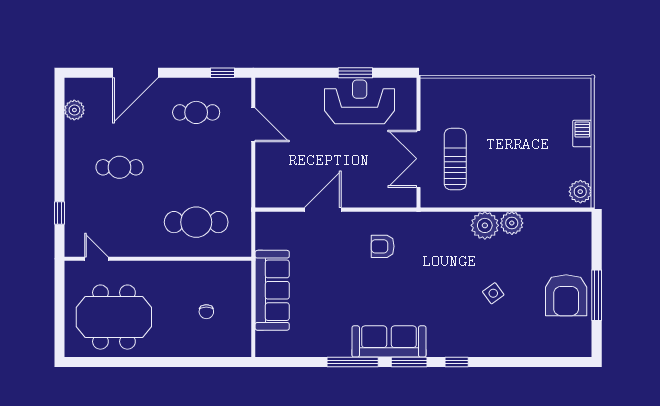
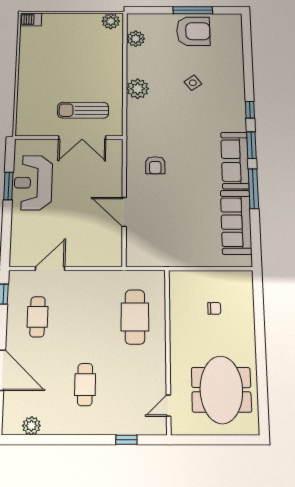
barbecue: (582, 134) -> (31, 19), moved
plant: (512, 223) -> (136, 39), moved
sofa: (272, 290) -> (236, 222), moved, turned -90

